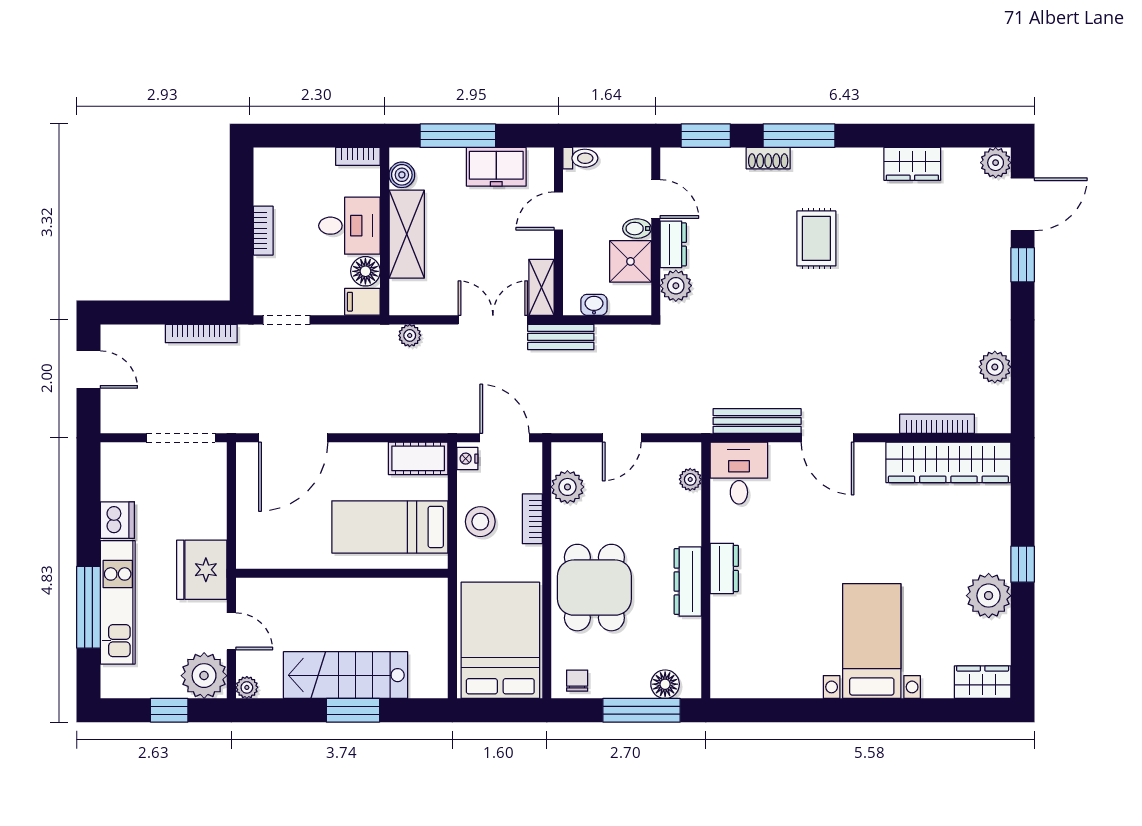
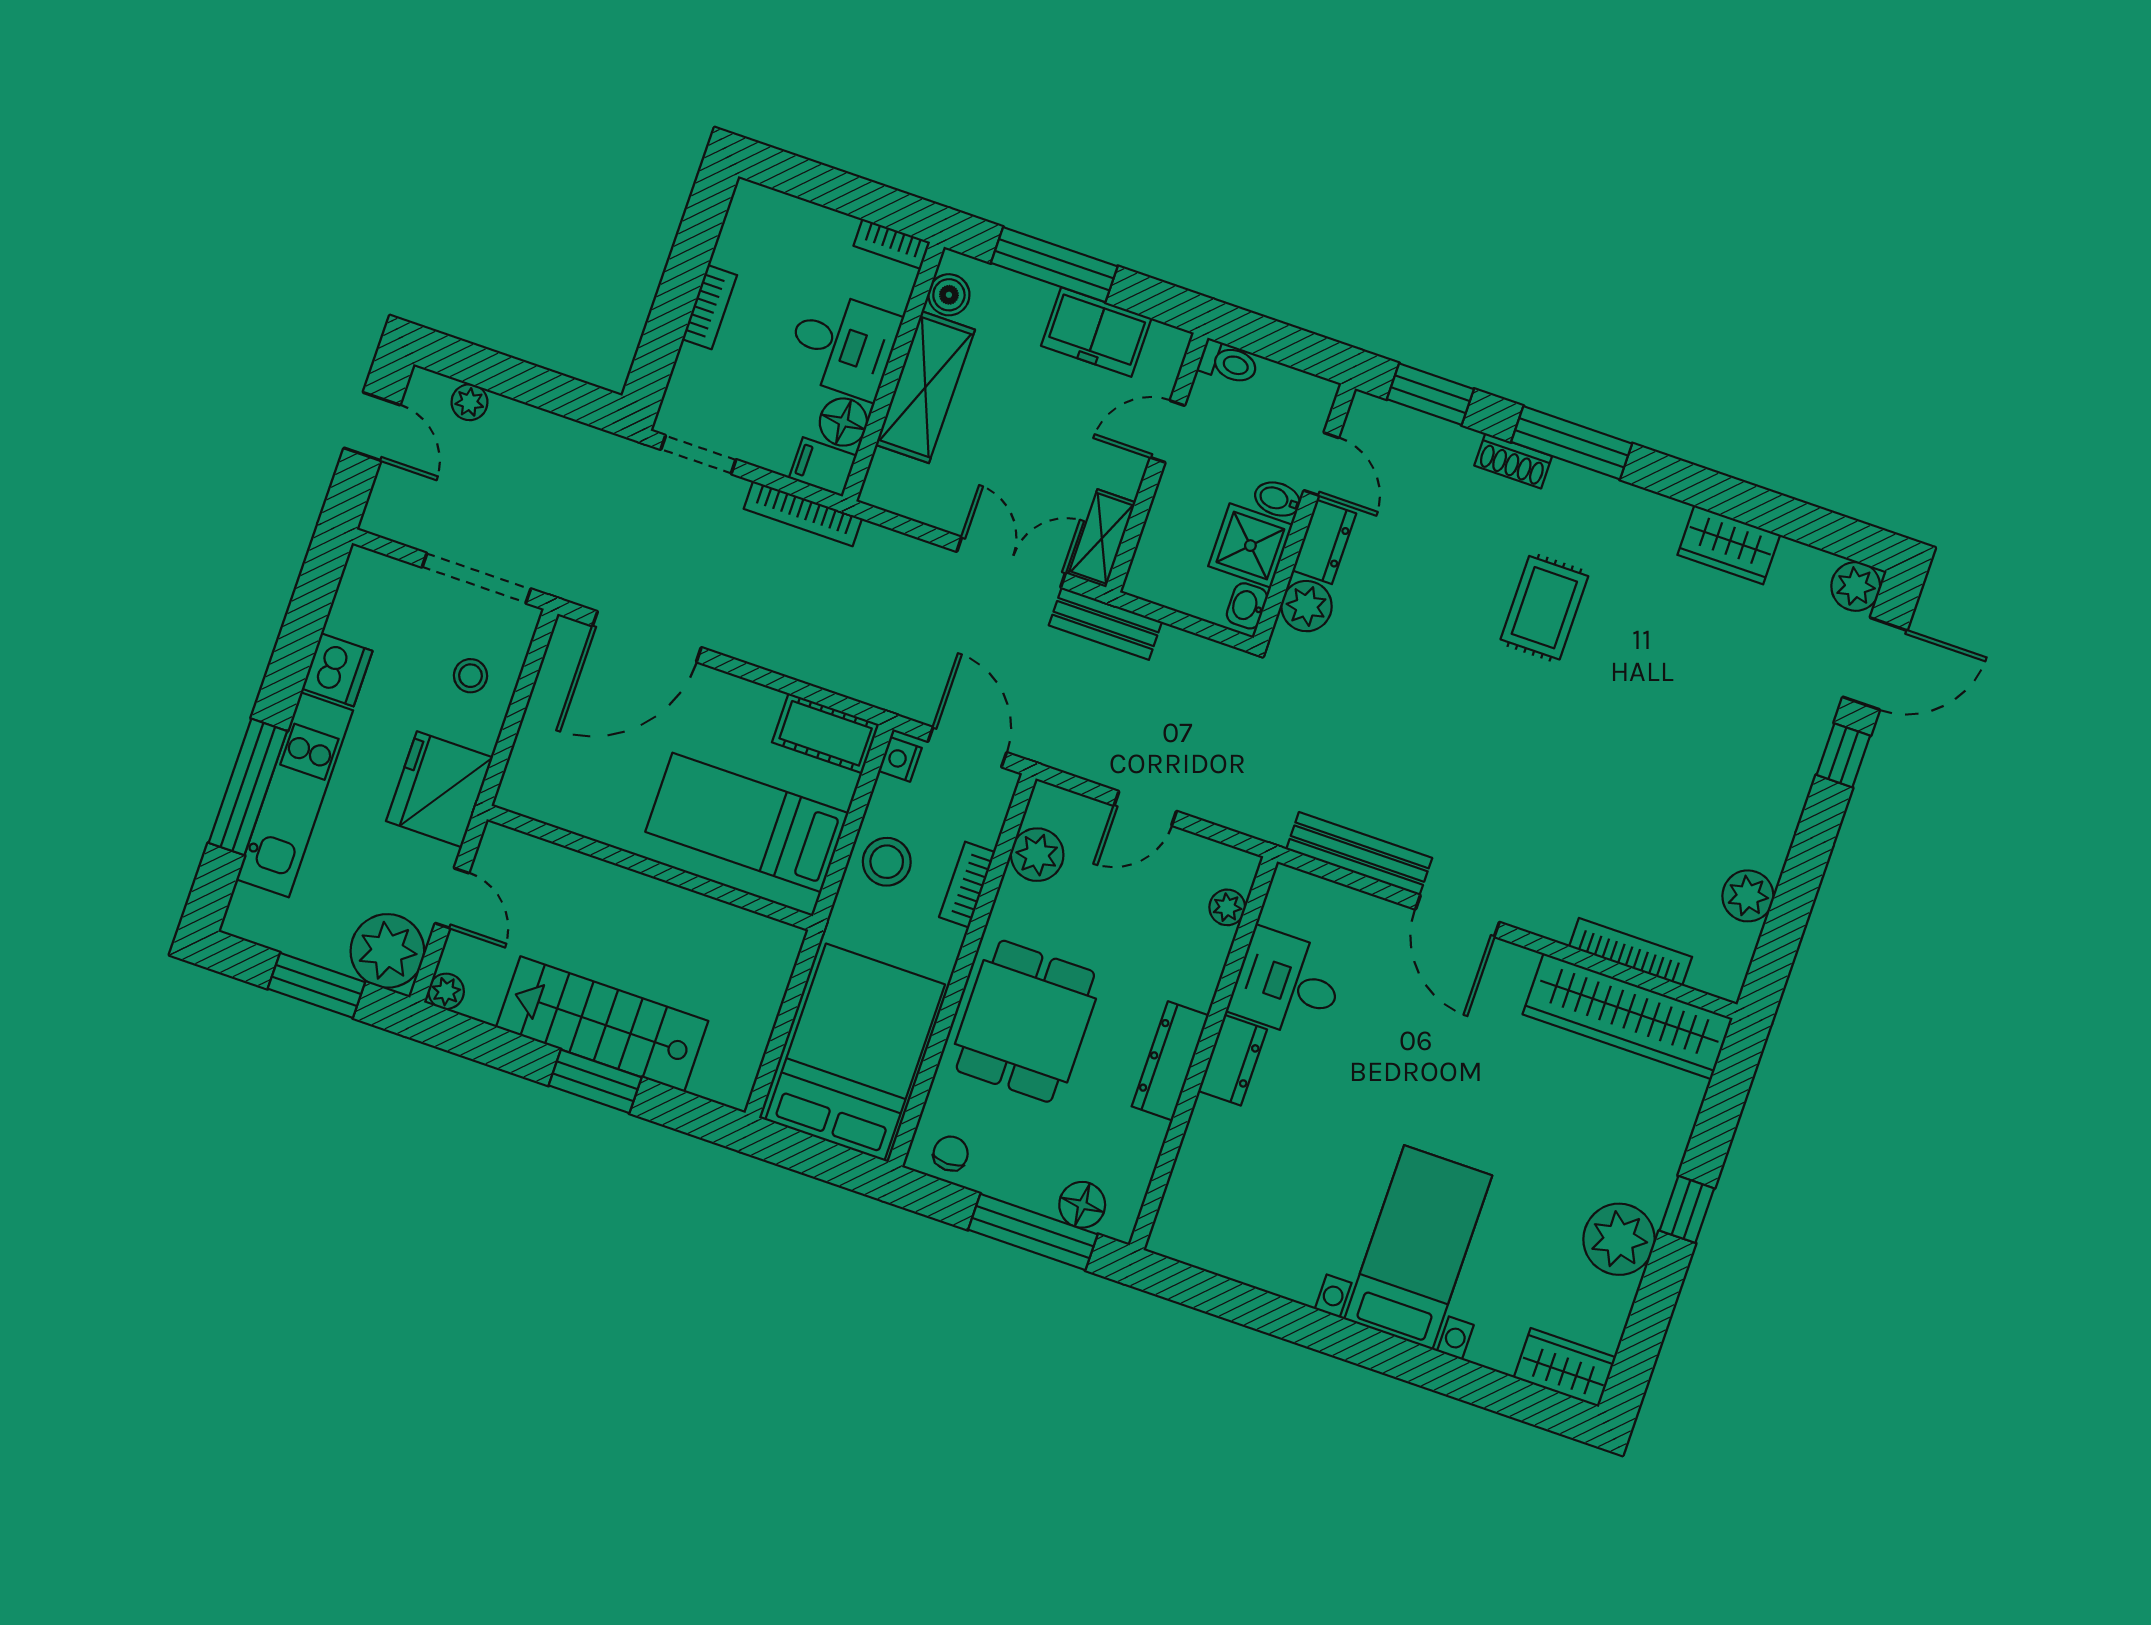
washbasin: (594, 305) -> (1247, 606), moved, turned -90
bookcase: (201, 333) -> (803, 514), moved
plant: (410, 335) -> (469, 402), moved
desk: (739, 473) -> (1287, 984), moved, turned -90
stool: (197, 496) -> (470, 676), added
window: (169, 710) -> (316, 985), width x1.50

